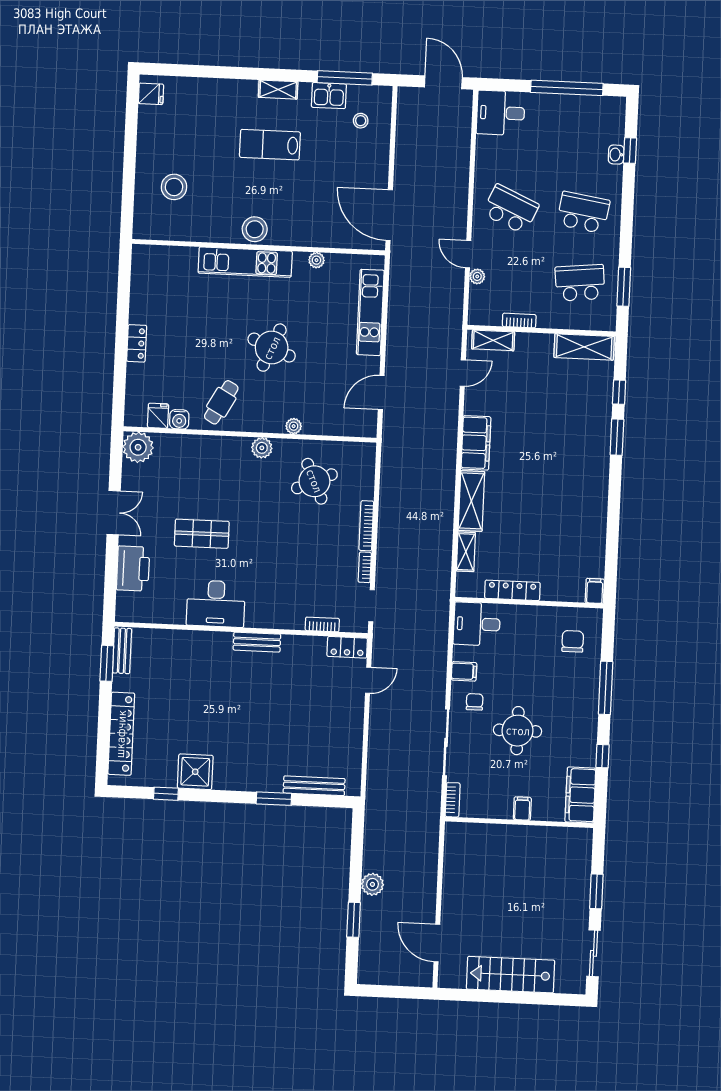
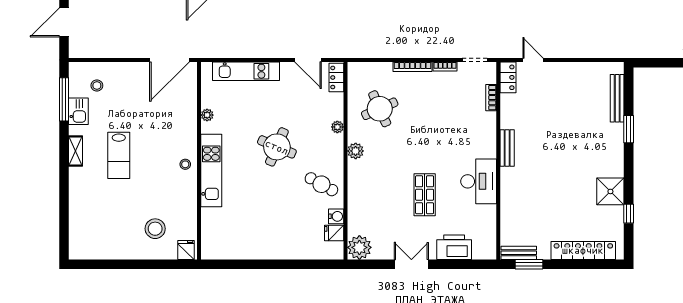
fridge: (151, 94) -> (186, 250), moved
stool: (255, 229) -> (185, 164), width x0.53, depth x0.53
locker: (137, 343) -> (336, 77), moved, turned -90

